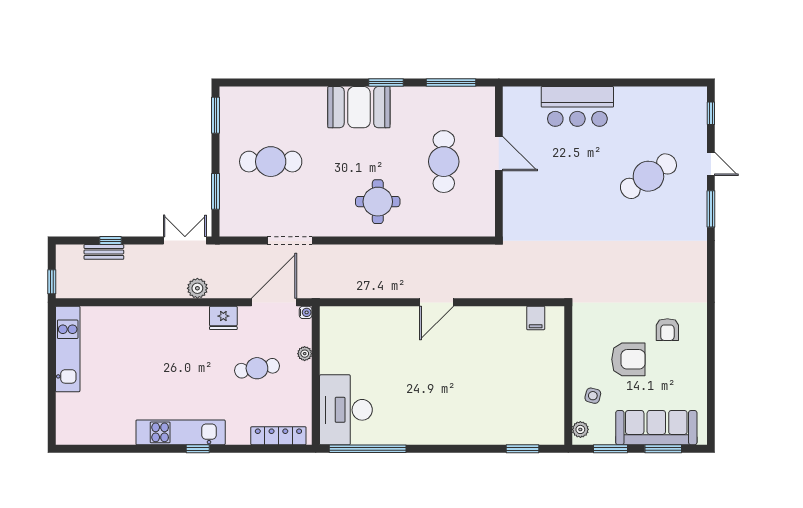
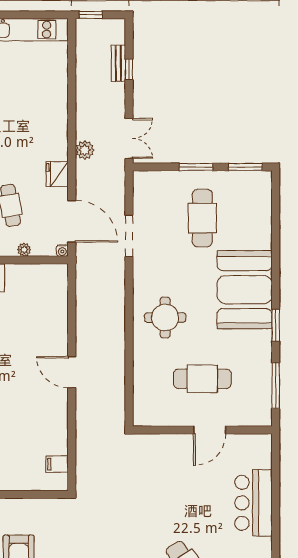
booth: (359, 107) -> (245, 290), width x1.36, depth x1.42
window: (216, 191) -> (196, 167), moved

